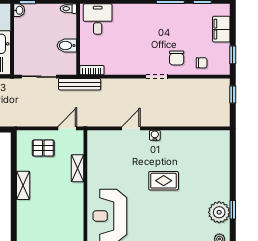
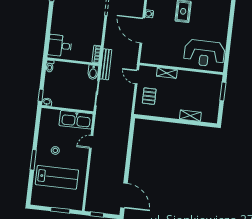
bidet: (67, 46) -> (93, 72), moved
door: (131, 128) -> (142, 31), width x1.87
shelving: (23, 185) -> (190, 116), moved

